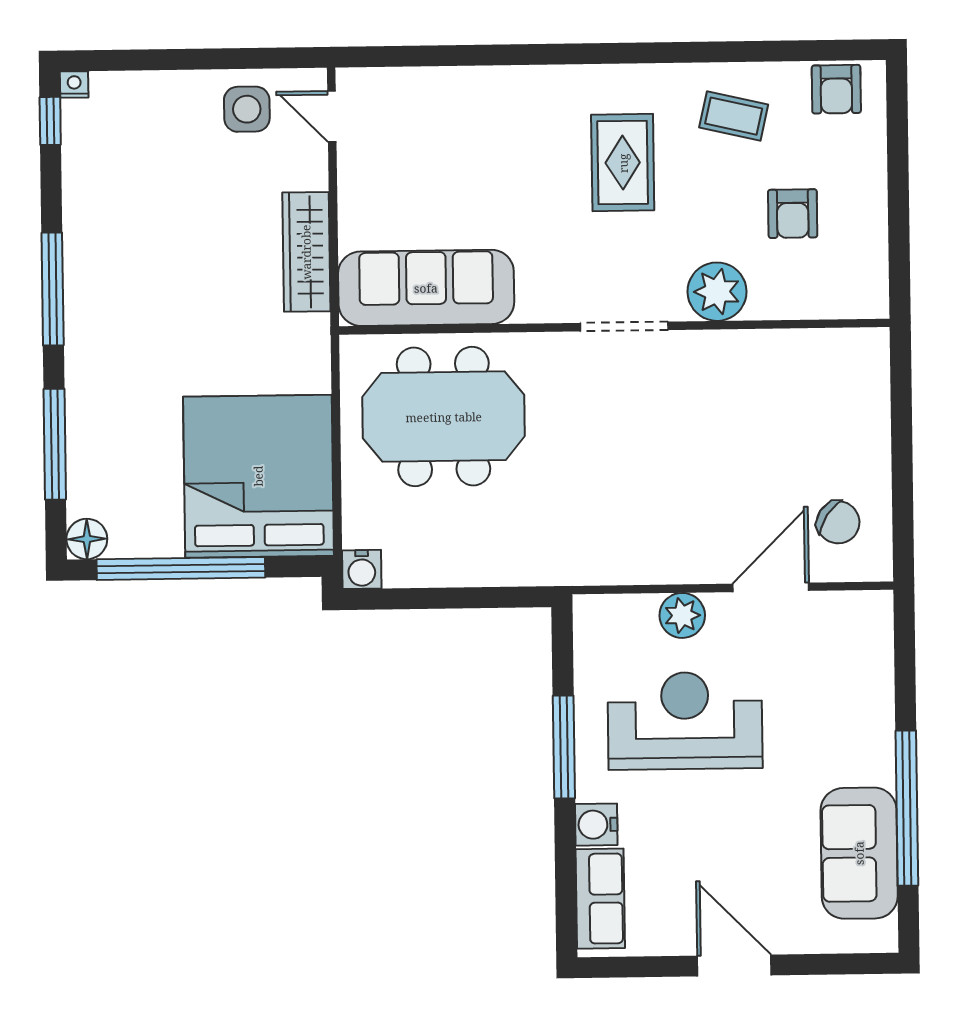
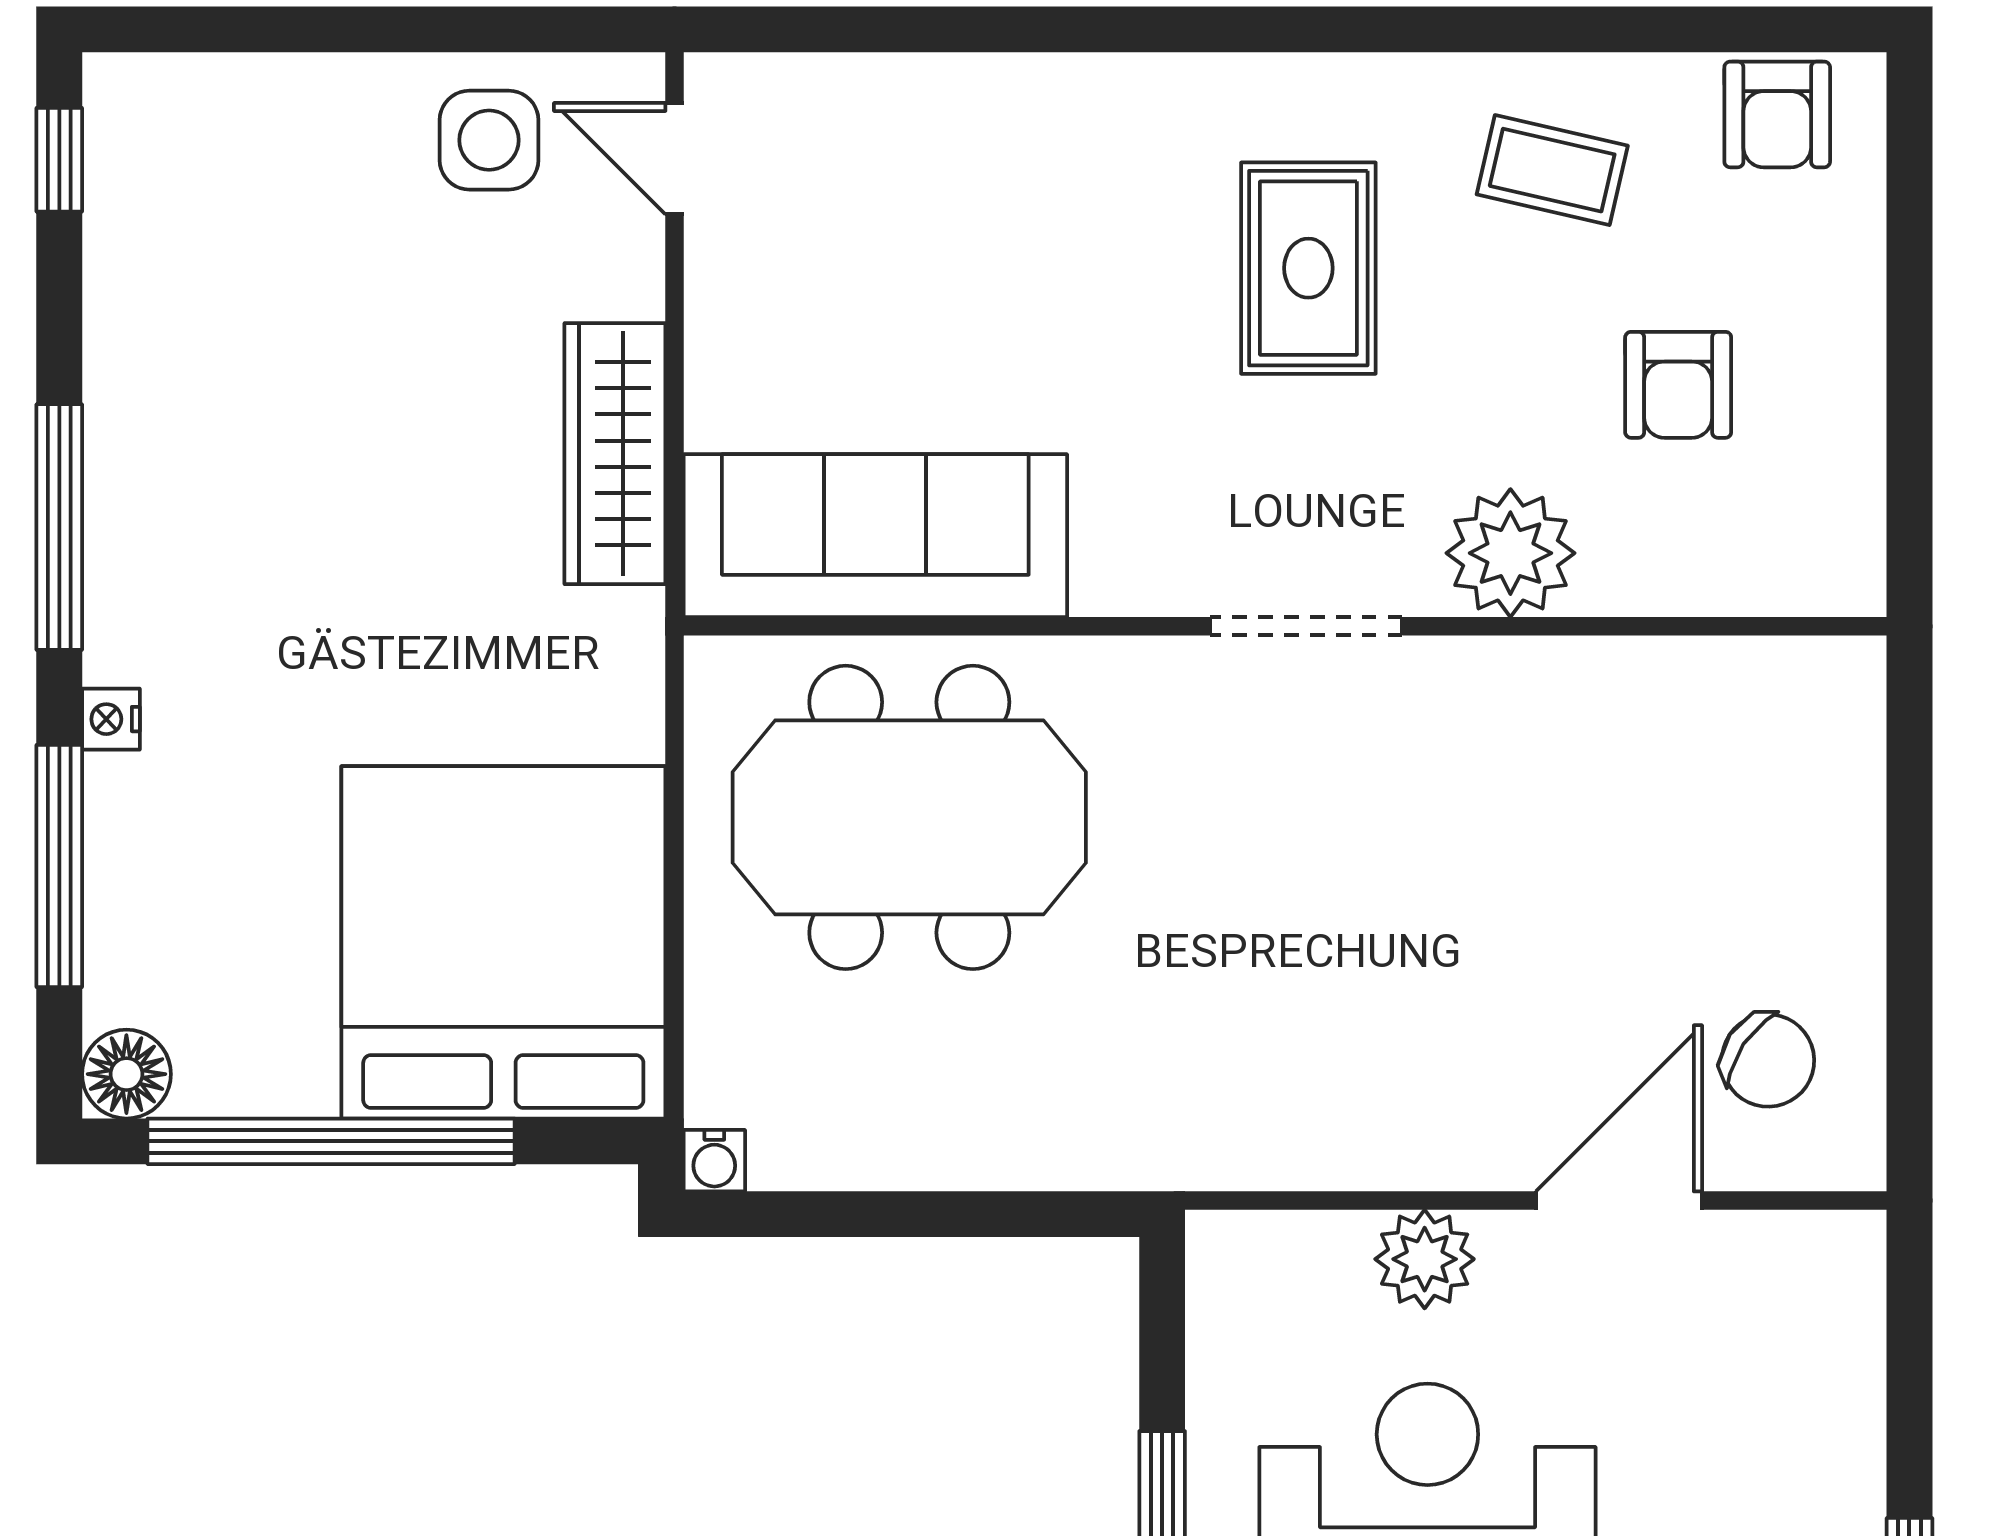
nightstand: (74, 85) -> (111, 719), moved, turned -90
water cooler: (362, 569) -> (714, 1161), width x0.72, depth x0.72

